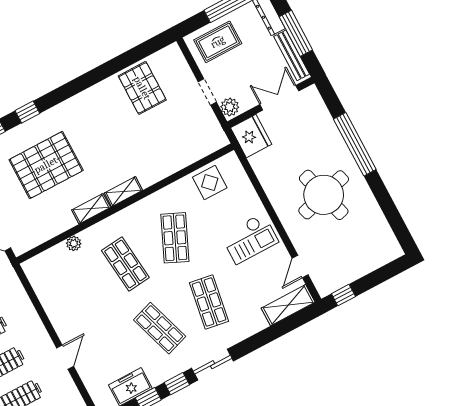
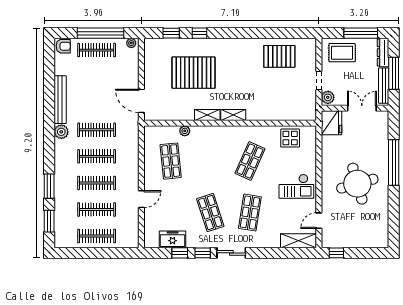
pallet: (142, 88) -> (279, 56), turned 90
shop shelf: (125, 264) -> (171, 161), moved

